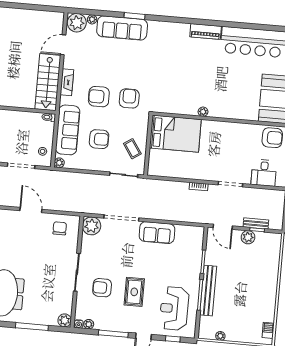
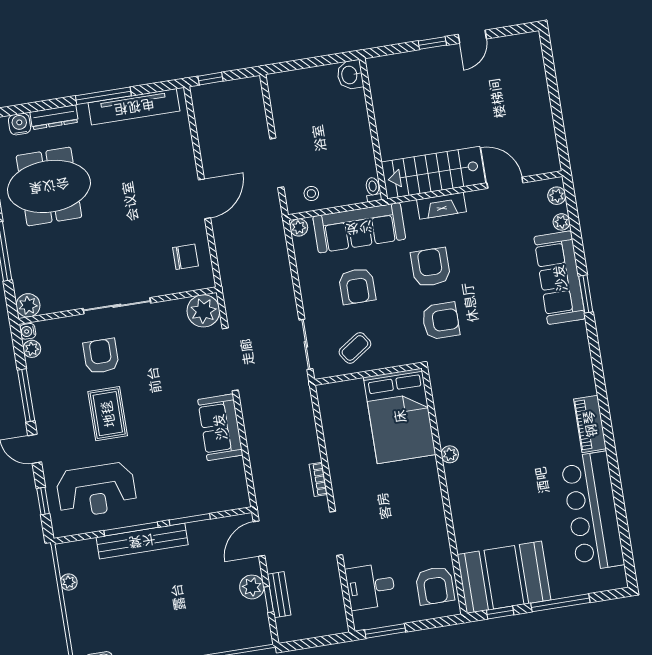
plant: (77, 23) -> (557, 196), width x0.53, depth x0.53
rug: (134, 292) -> (108, 414), turned 90
reception desk: (174, 308) -> (96, 490), turned 180

